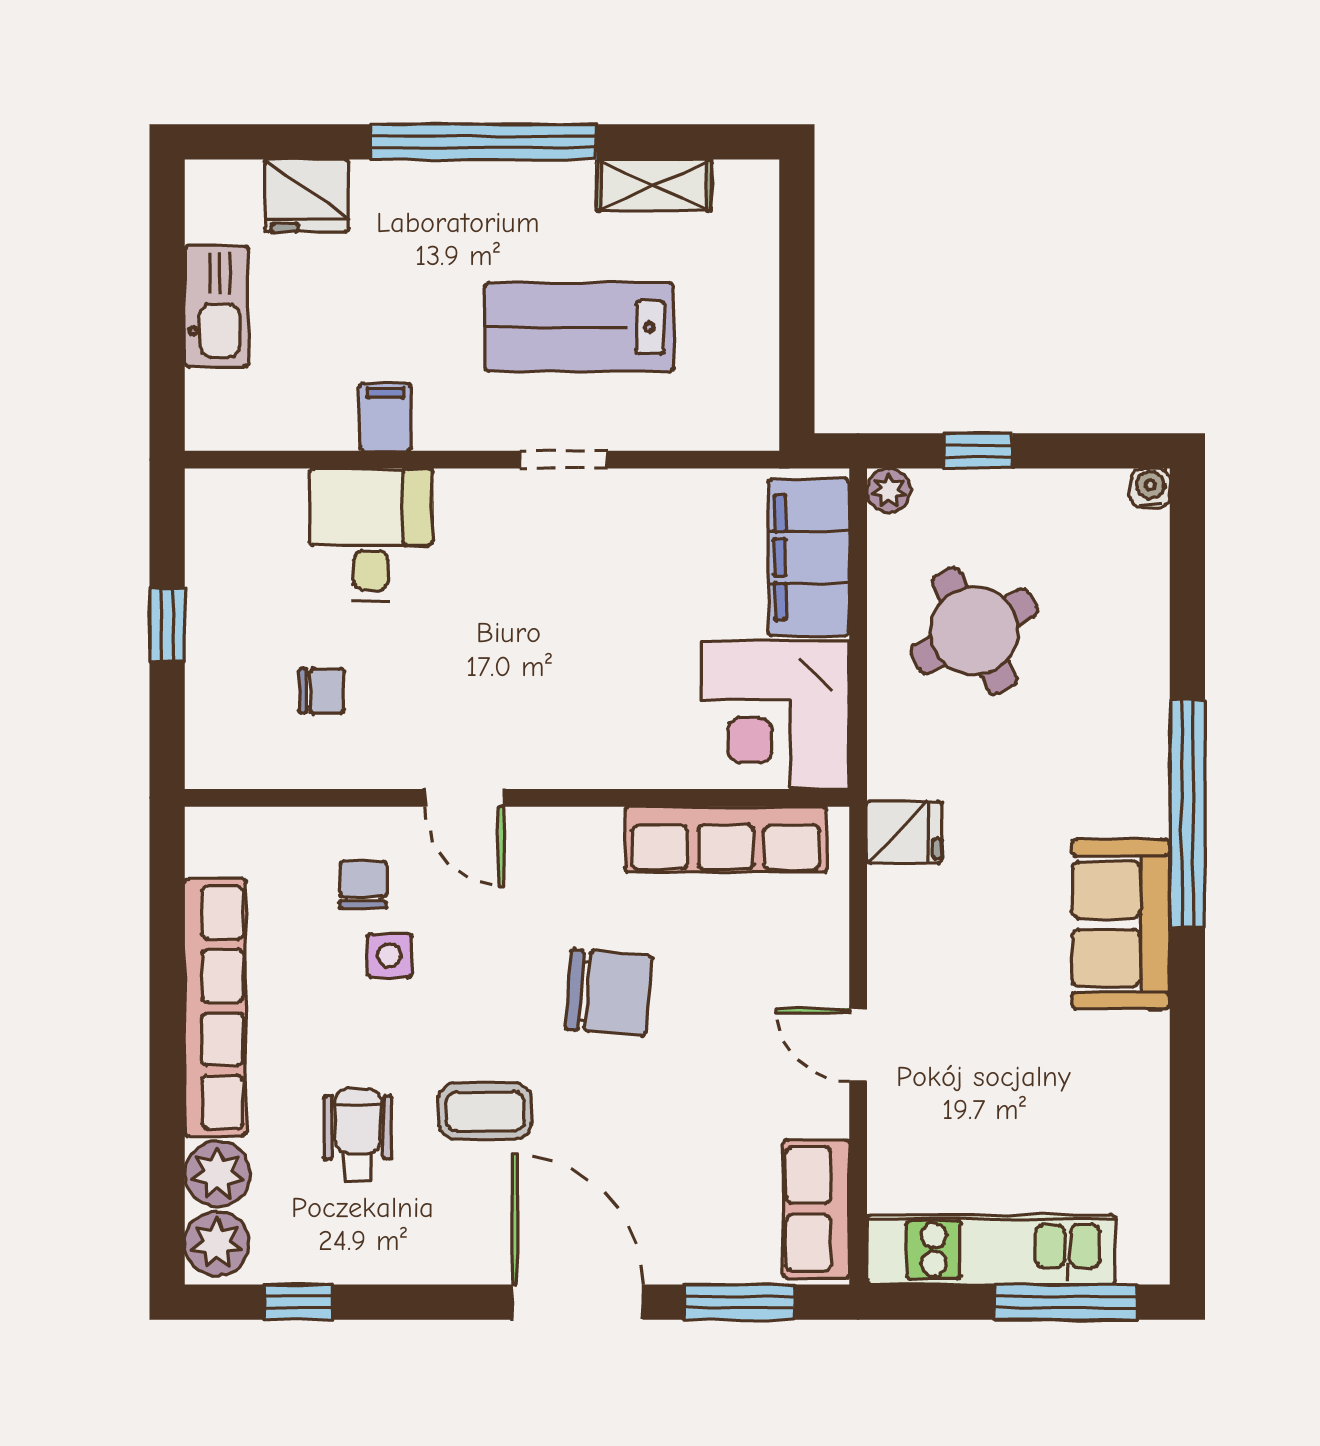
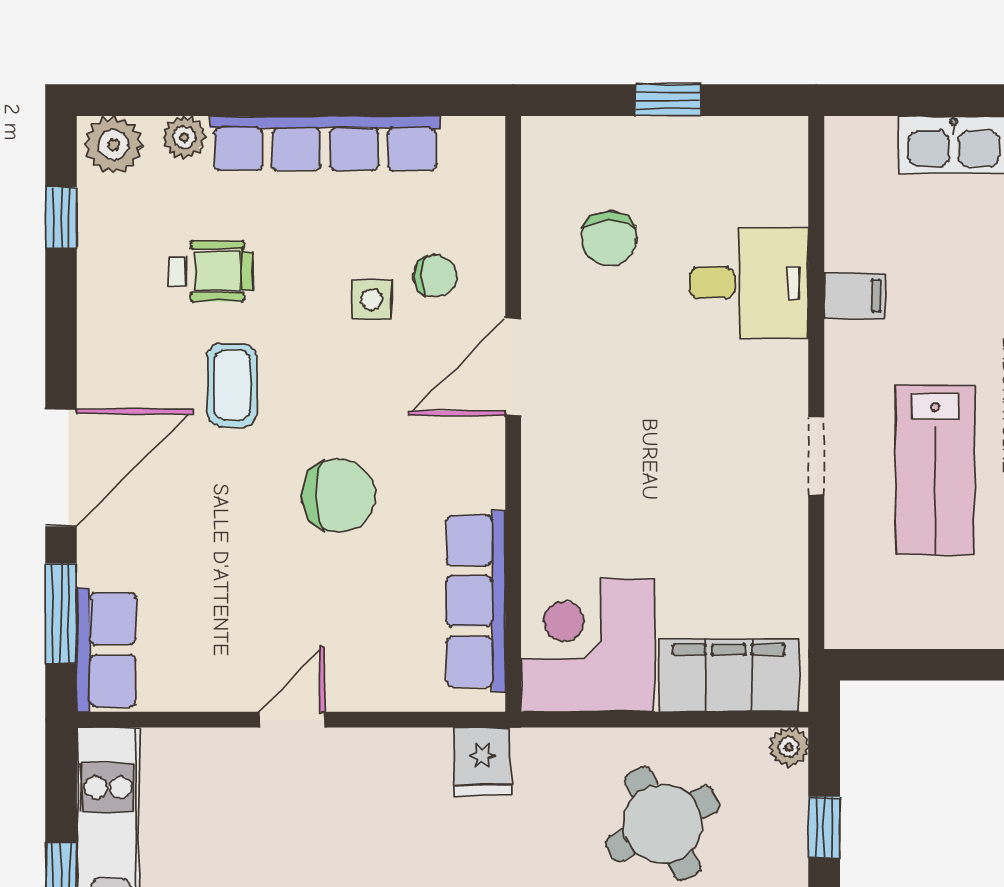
lab bench: (579, 327) -> (935, 470), turned 180
chair: (321, 691) -> (609, 239), width x1.37, depth x1.37
door: (465, 798) -> (513, 367), width x1.38
chair: (608, 993) -> (338, 496), turned -95
plant: (218, 1174) -> (184, 137), width x0.73, depth x0.73
row of seats: (816, 1209) -> (106, 650), moved, turned 90

